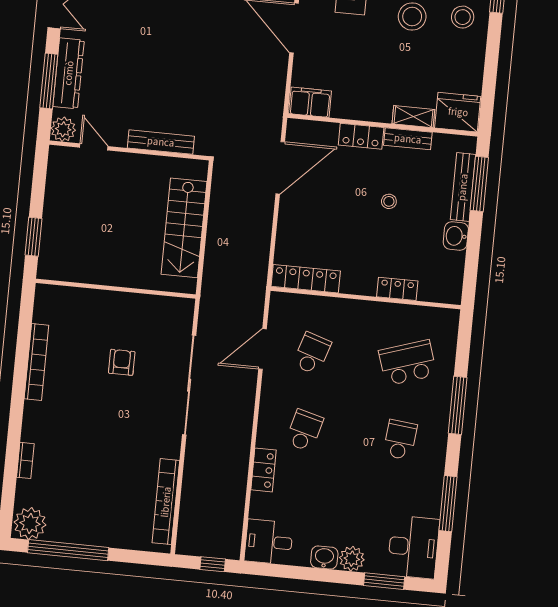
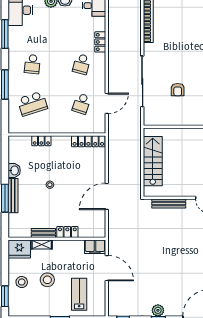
filing cabinet: (310, 102) -> (95, 247), moved
fridge: (458, 112) -> (19, 249), moved
shelving: (413, 117) -> (42, 245), moved
wall: (383, 125) -> (57, 239), moved
locker: (361, 136) -> (67, 232), moved
bench: (408, 139) -> (43, 233), moved

